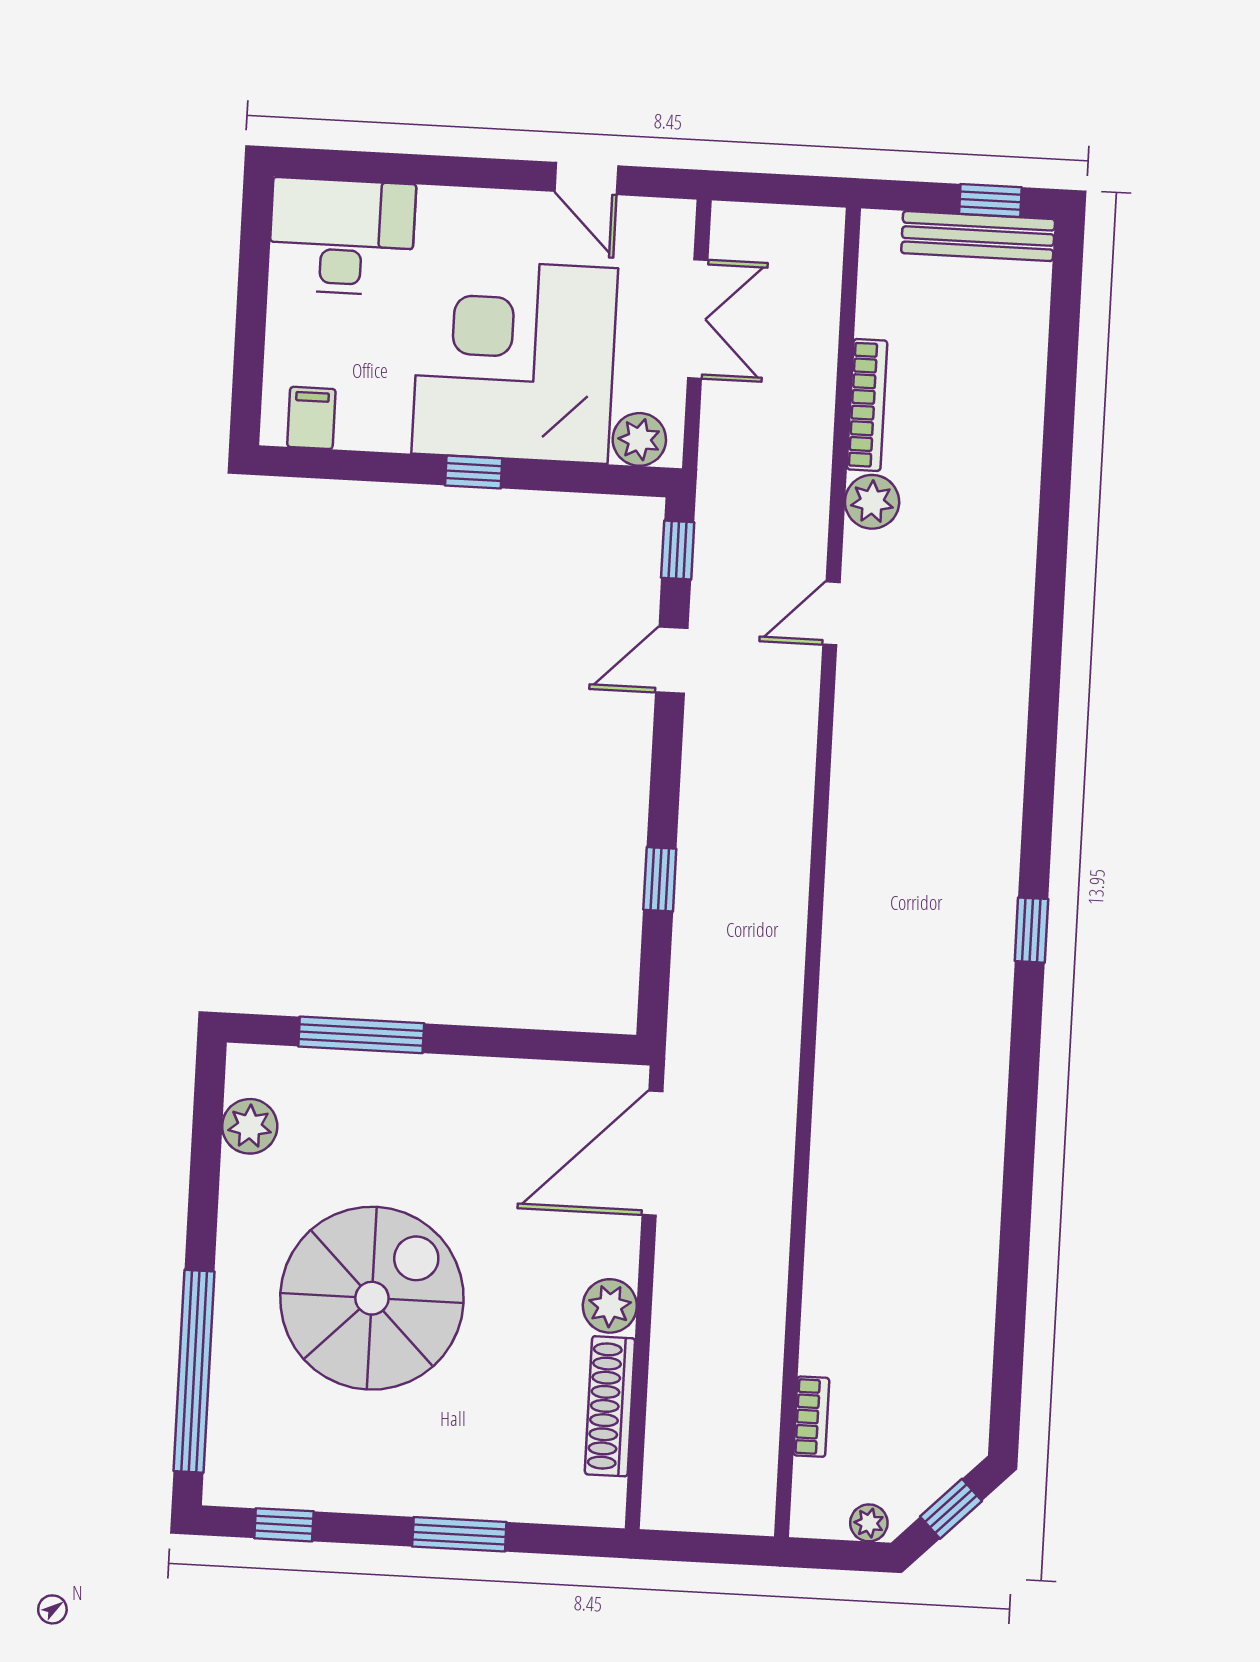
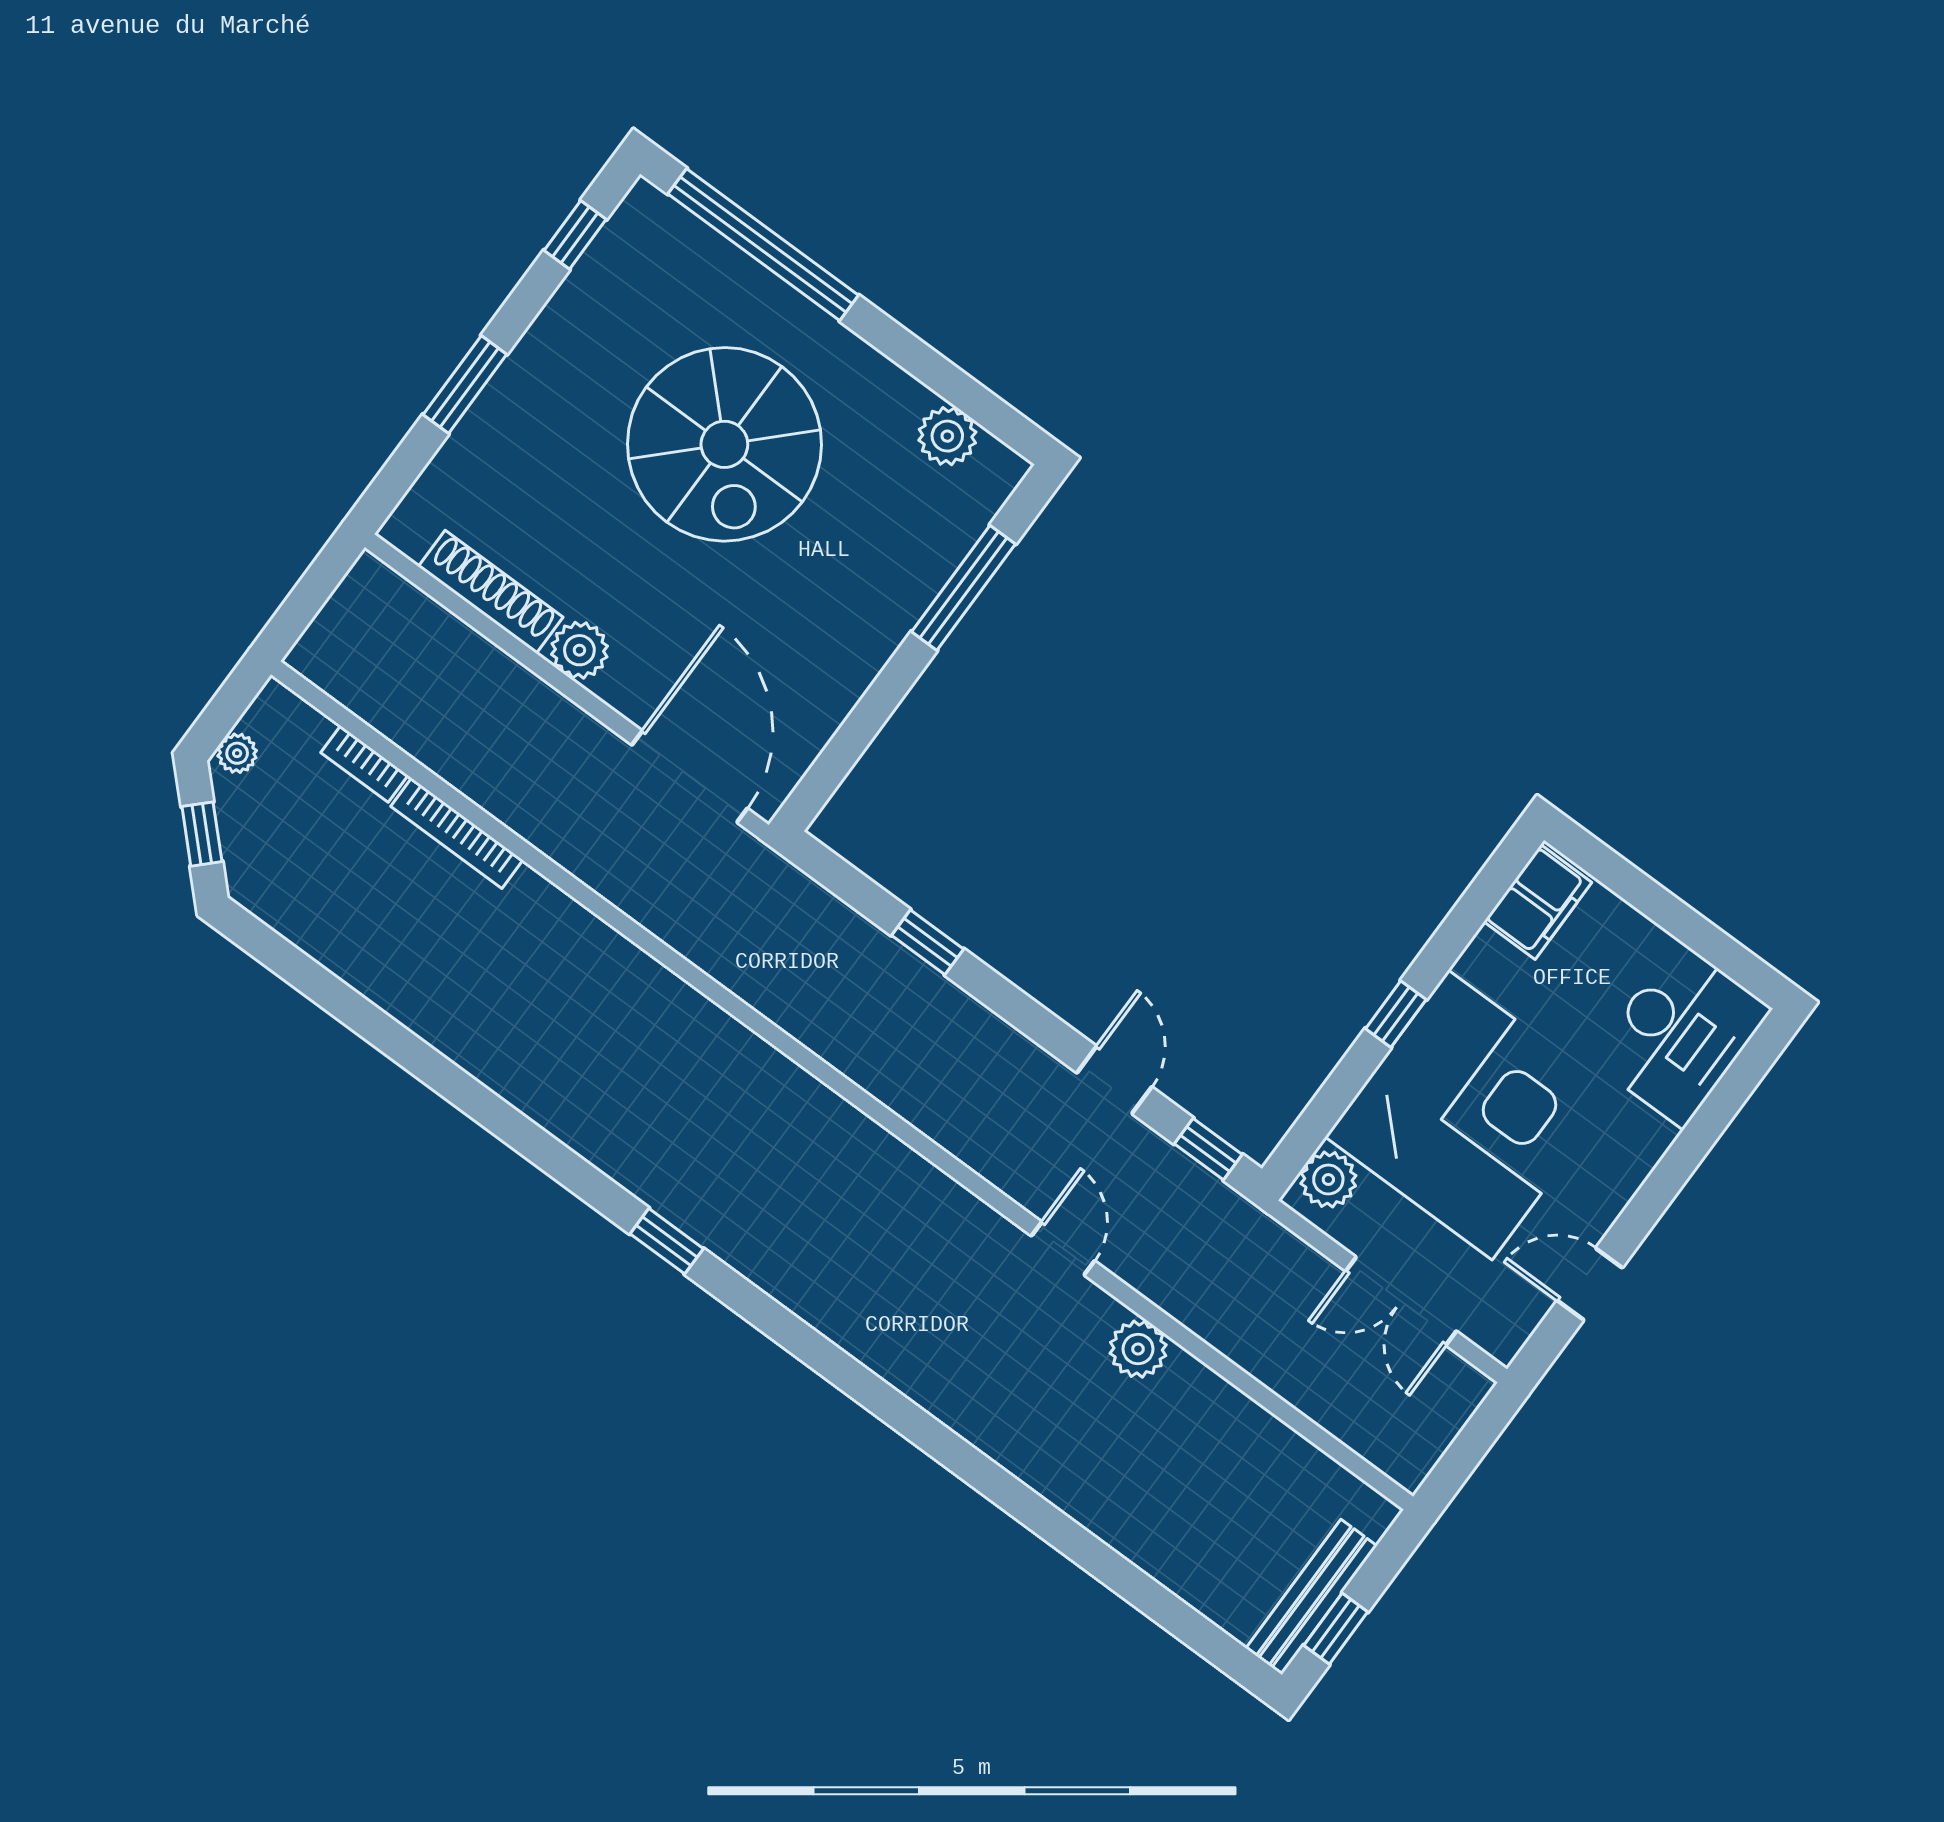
bookcase: (867, 405) -> (457, 833), moved
filing cabinet: (311, 418) -> (1538, 902), width x2.00

